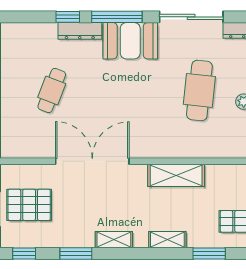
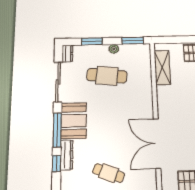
shelving: (176, 175) -> (162, 68), moved

